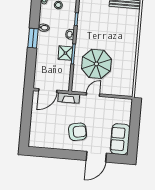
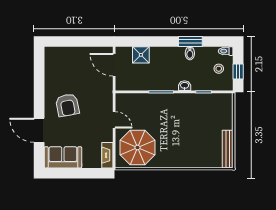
window: (33, 38) -> (190, 41), moved
shower: (65, 53) -> (141, 55), moved
parasol: (96, 64) -> (137, 148), moved
fireplace: (69, 98) -> (107, 155), moved

